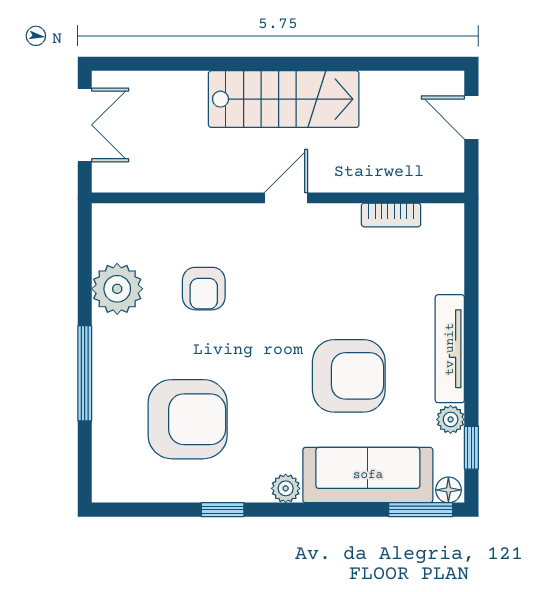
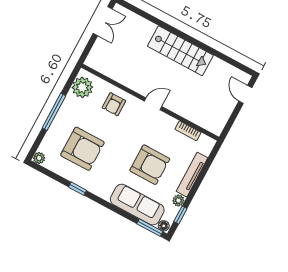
wall: (278, 198) -> (150, 102), moved
door: (286, 198) -> (153, 104), moved
bookcase: (391, 215) -> (188, 131), moved
plant: (286, 488) -> (39, 158), moved

